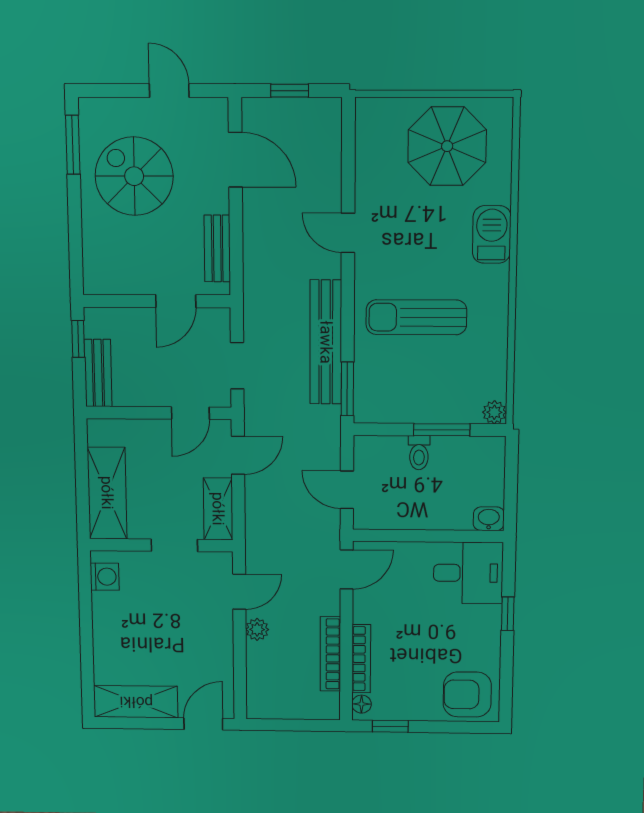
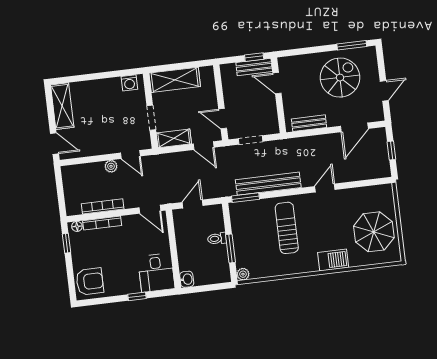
door: (176, 301) -> (277, 83), moved
bench: (98, 373) -> (254, 67), moved
armchair: (467, 694) -> (90, 281), turned 90

